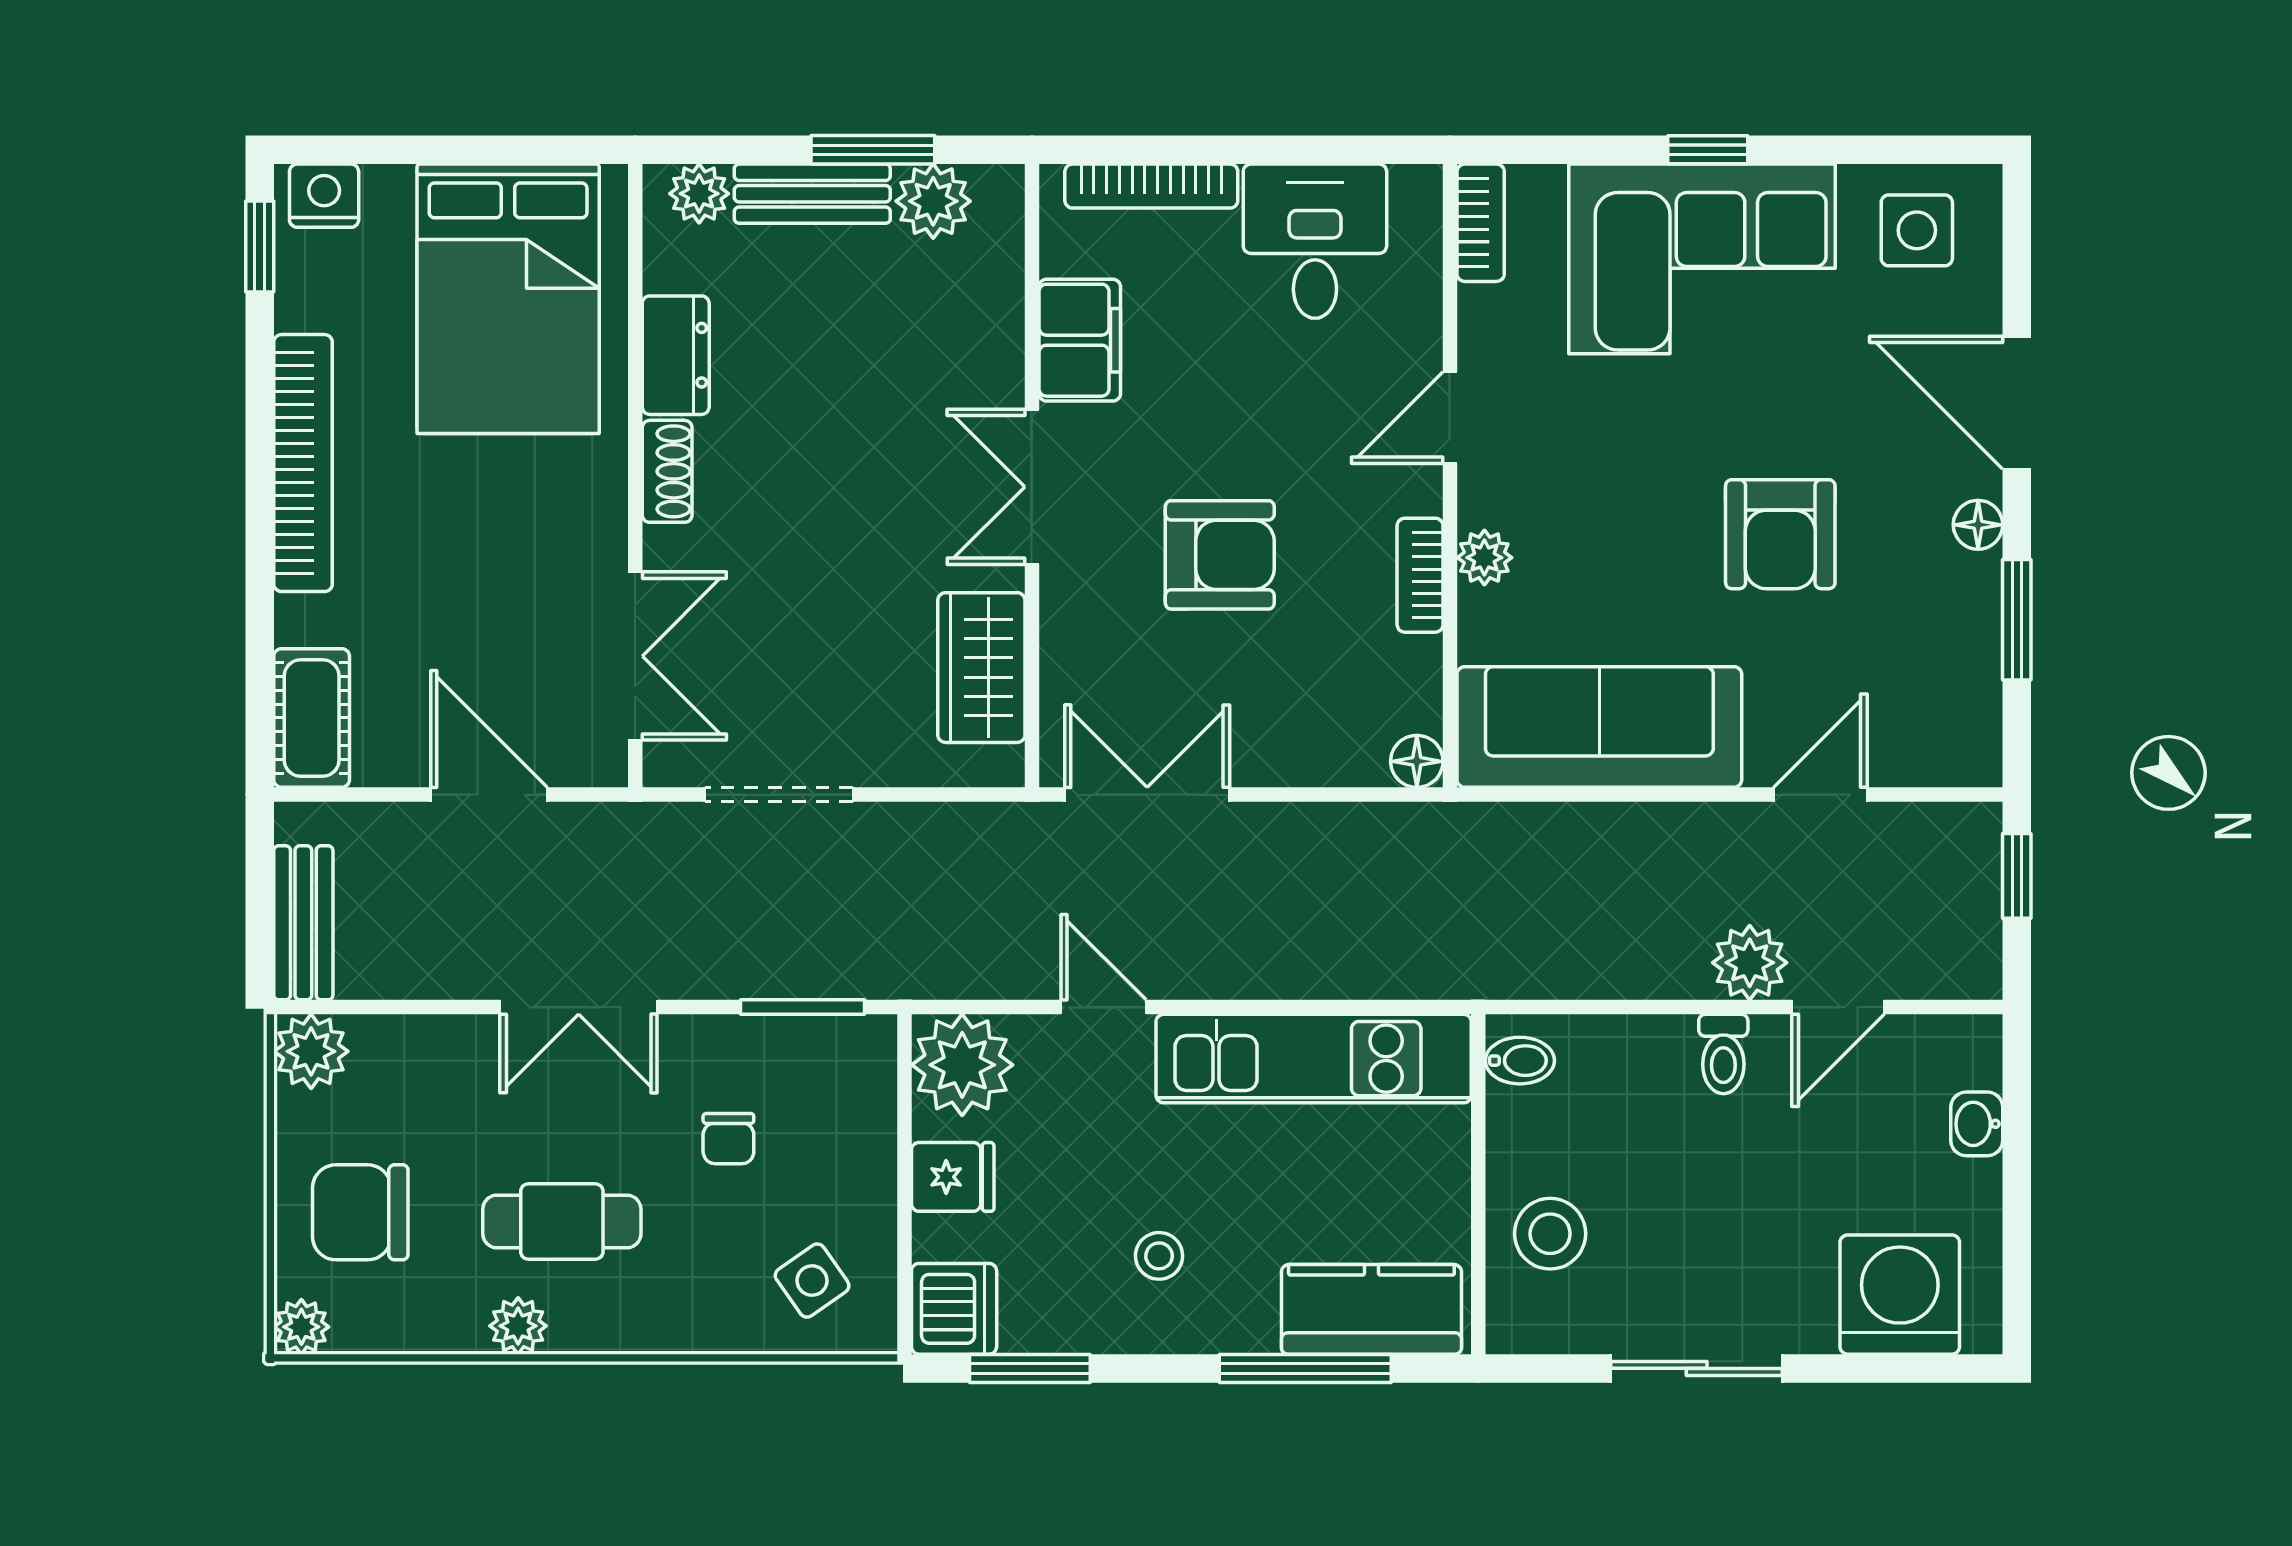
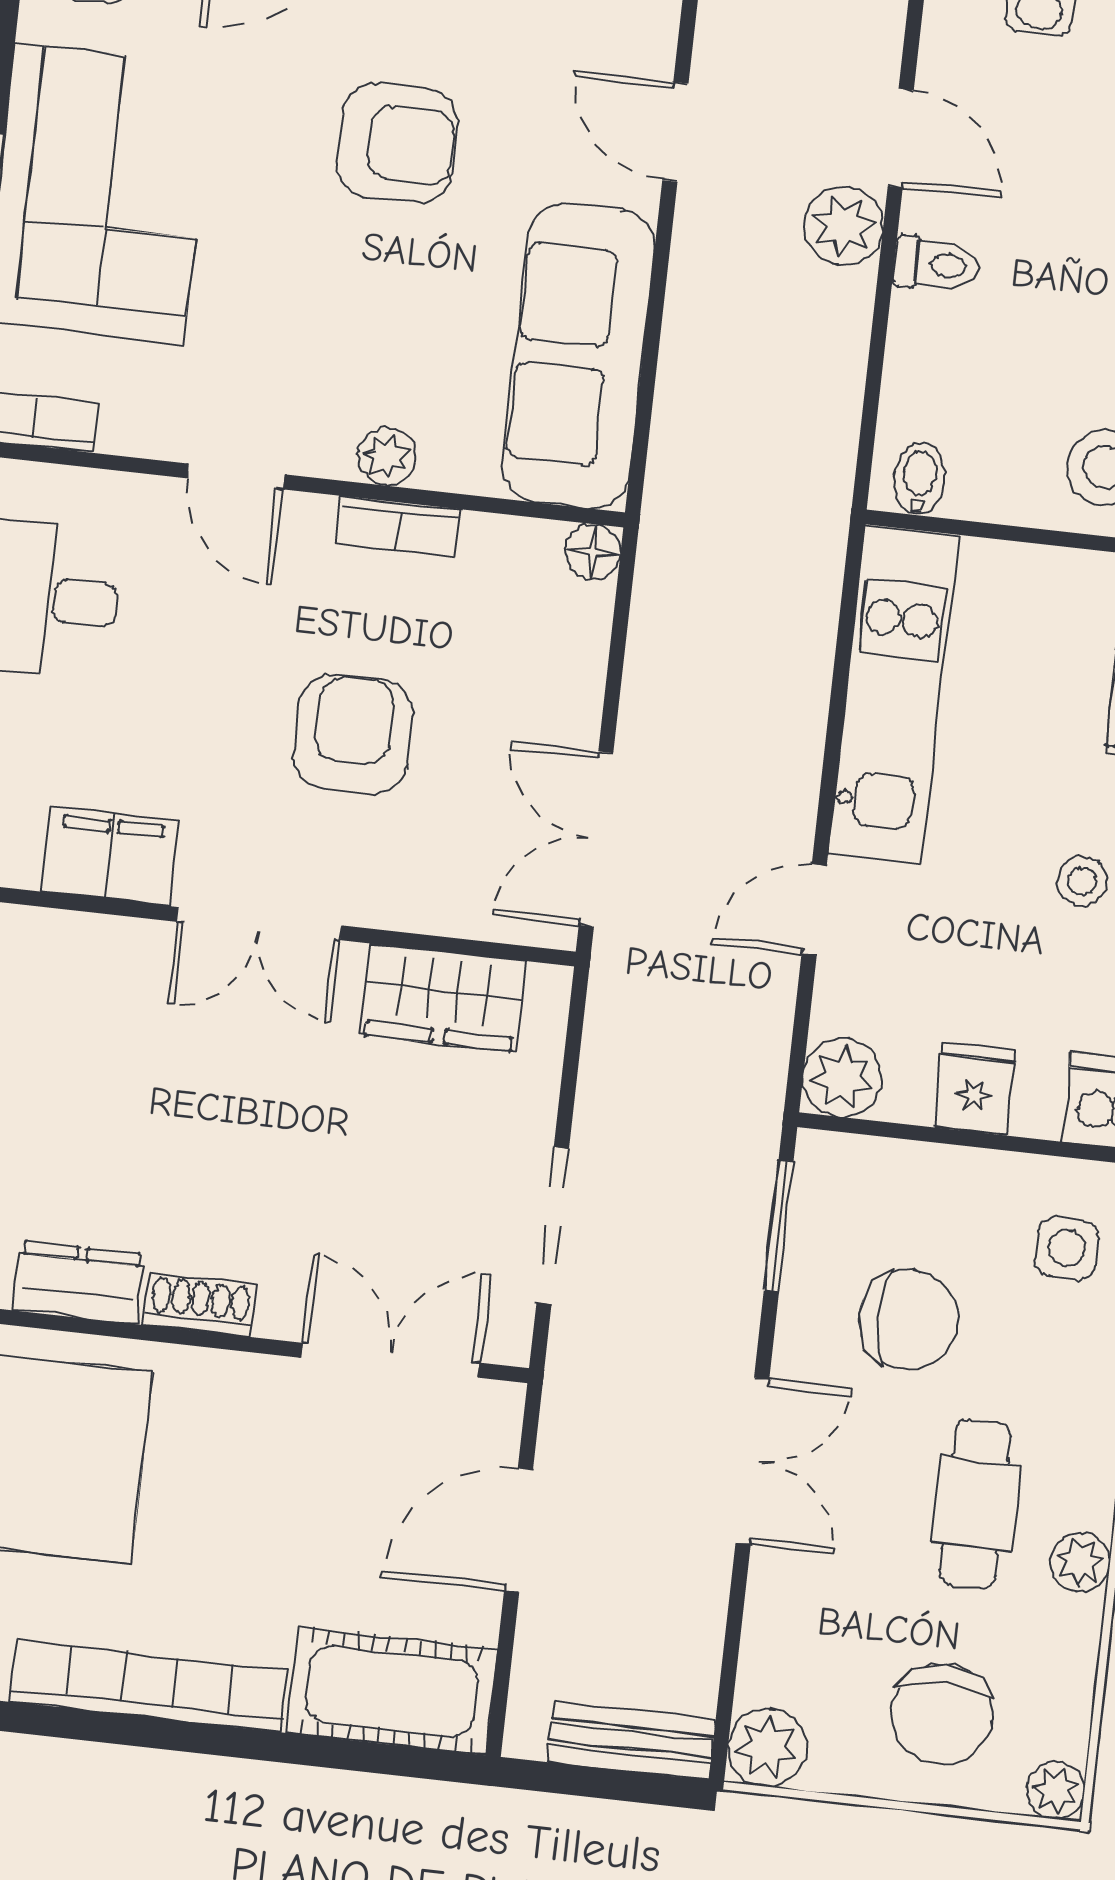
cot: (312, 718) -> (392, 1691), width x1.37, depth x1.34
plant: (962, 1065) -> (842, 1078), width x0.73, depth x0.73
chair: (728, 1139) -> (908, 1319), width x1.87, depth x1.87
side table: (812, 1281) -> (1067, 1248), turned 35

